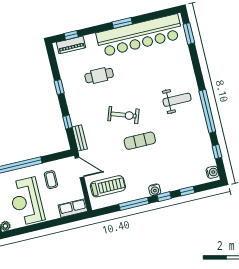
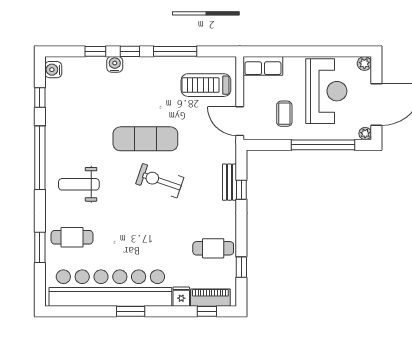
window: (189, 34) -> (40, 247), moved
fridge: (91, 41) -> (181, 297), added
cafe table: (173, 63) -> (72, 237), added
cafe table: (99, 76) -> (213, 248), moved
window: (59, 87) -> (241, 267), moved
bench: (80, 138) -> (230, 182), moved
exercise mat: (140, 141) -> (145, 139), width x1.36, depth x1.45
water cooler: (155, 190) -> (115, 64), moved

